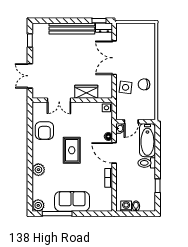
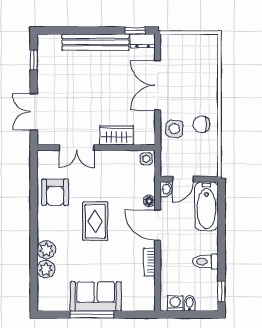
toilet: (147, 163) -> (205, 262), moved
window: (158, 186) -> (221, 292), moved
plant: (38, 205) -> (46, 269), moved
window: (57, 214) -> (92, 314), moved

